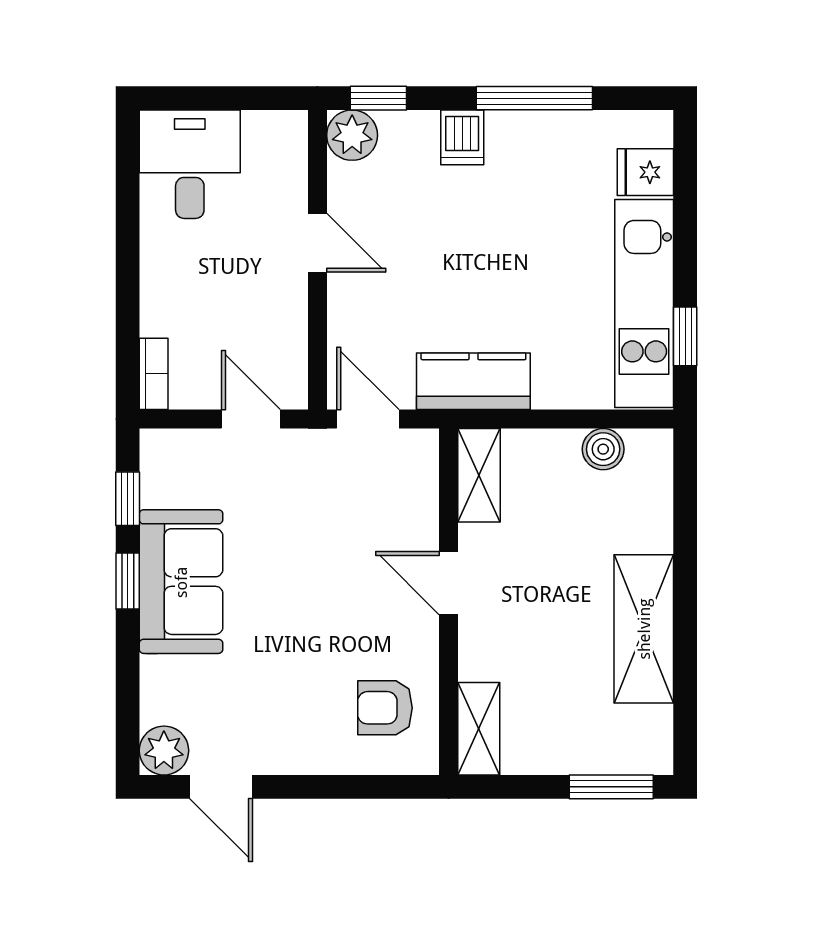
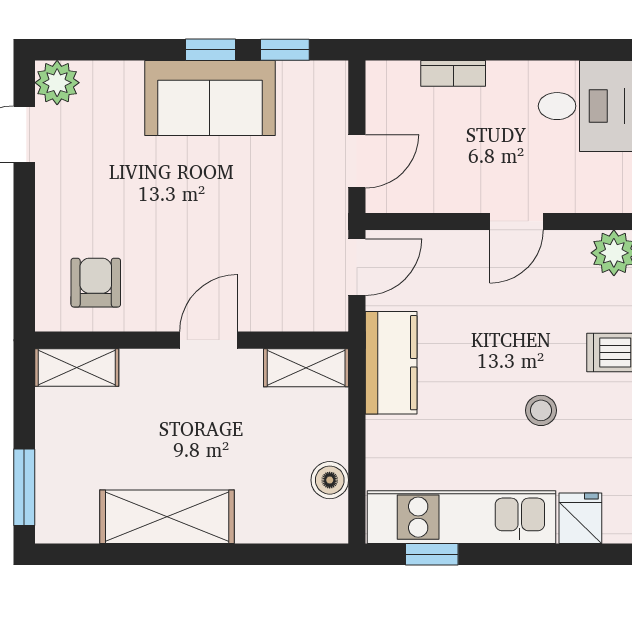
stool: (526, 216) -> (541, 410), added
bookcase: (154, 374) -> (453, 73), moved

